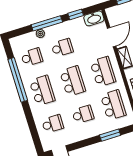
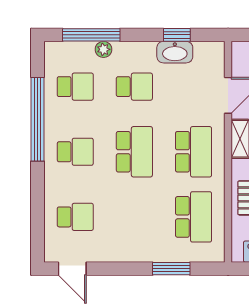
washbasin: (94, 18) -> (175, 52), moved
window: (47, 23) -> (91, 35), moved
school desk: (42, 91) -> (75, 152), width x0.54
school desk: (83, 114) -> (134, 217), removed

